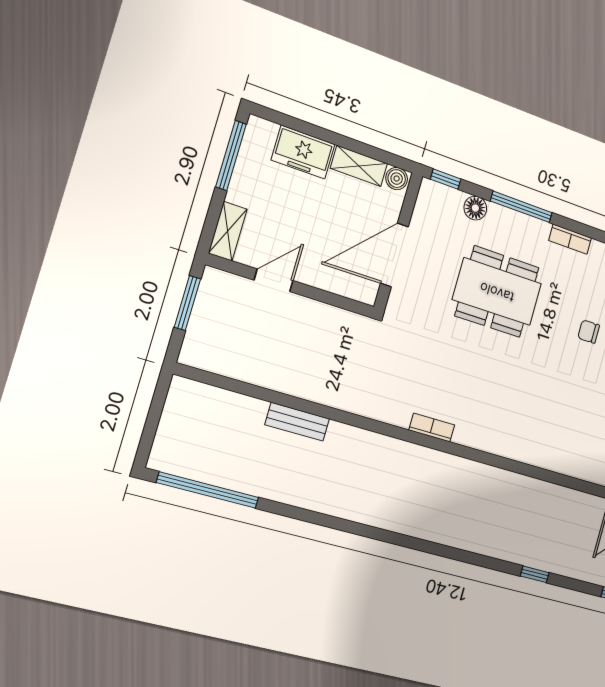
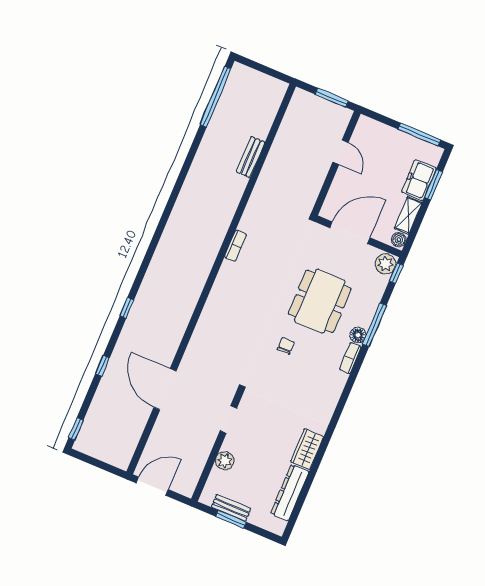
window: (308, 129) -> (433, 185), added
plant: (434, 197) -> (385, 264), added
floor lamp: (475, 208) -> (358, 335), moved
shelving: (228, 231) -> (373, 127), removed
door: (394, 255) -> (350, 233), hinge flipped
chair: (589, 332) -> (286, 346), moved

